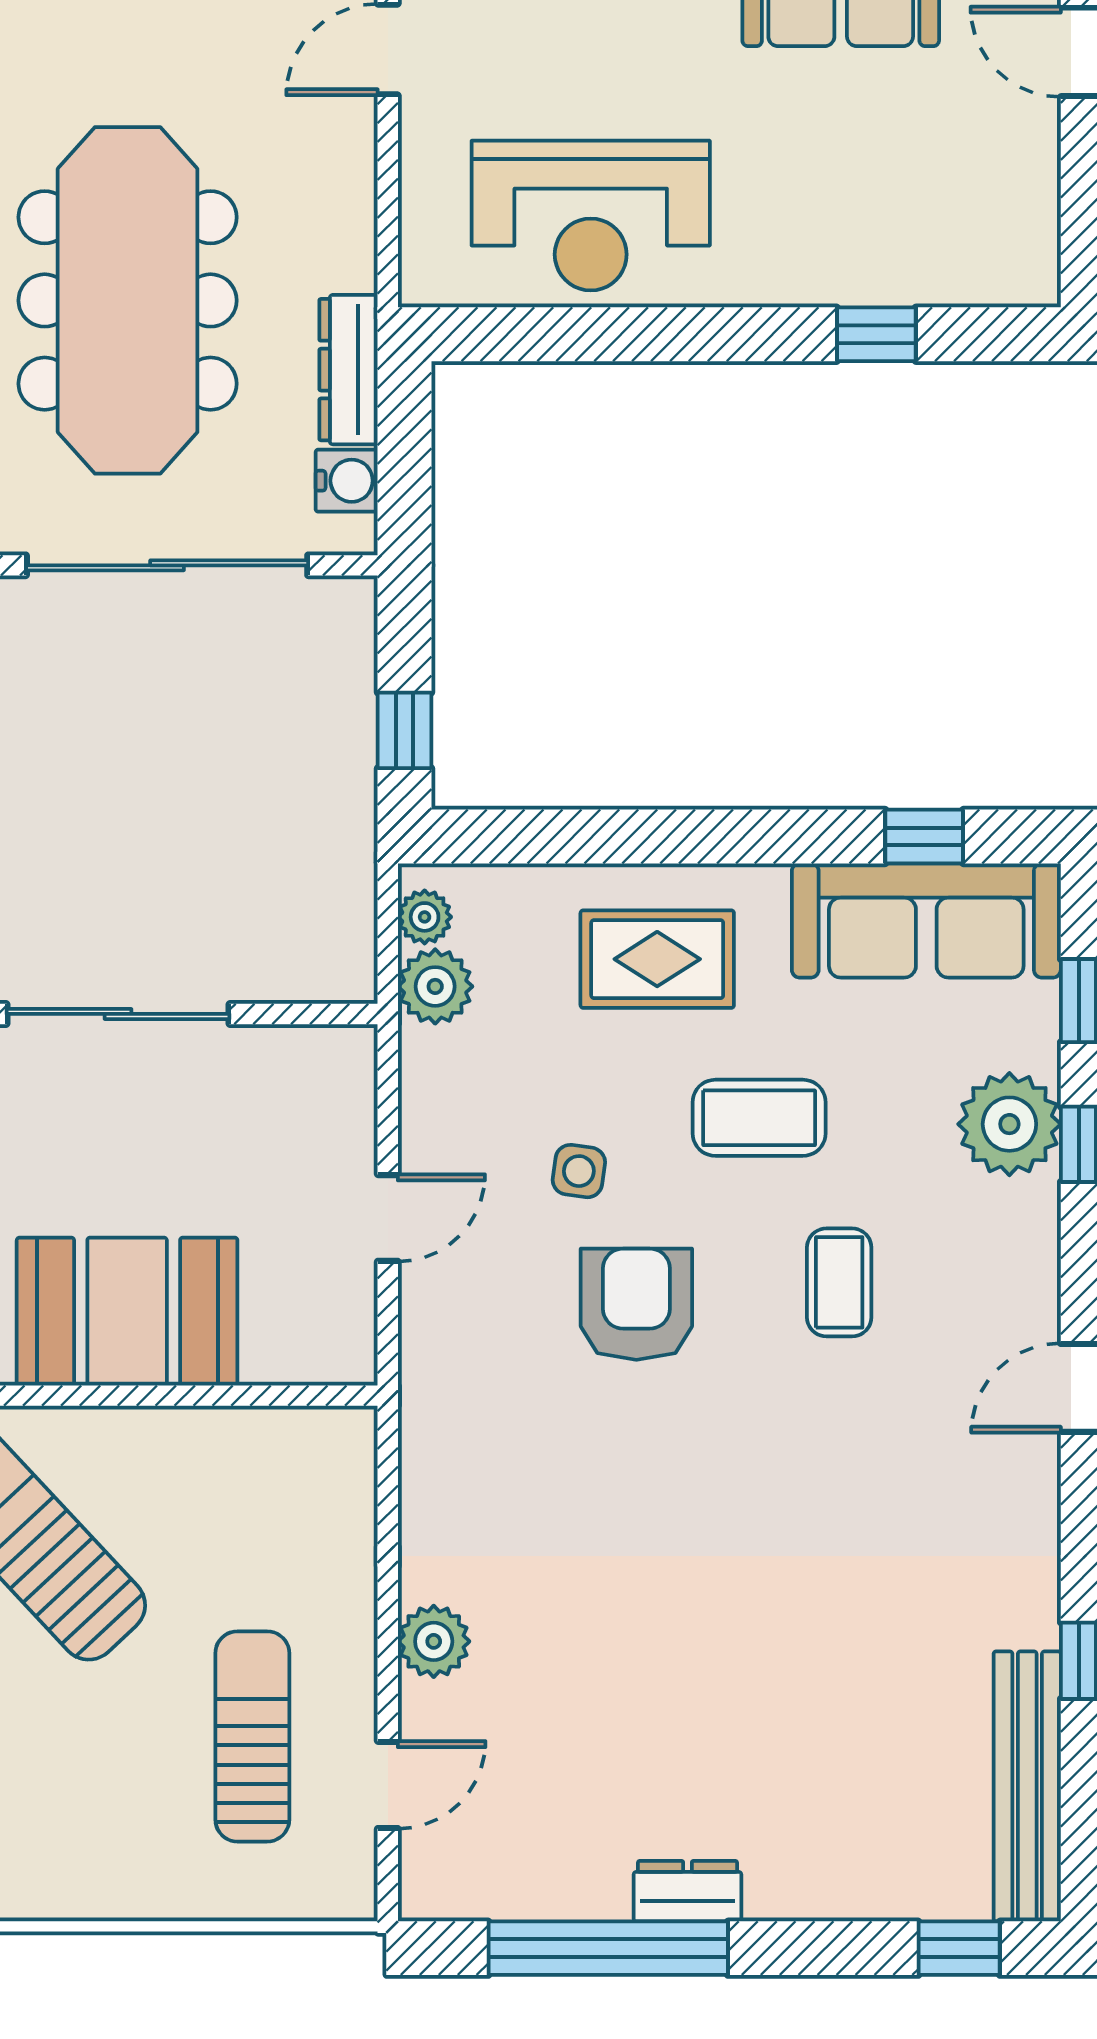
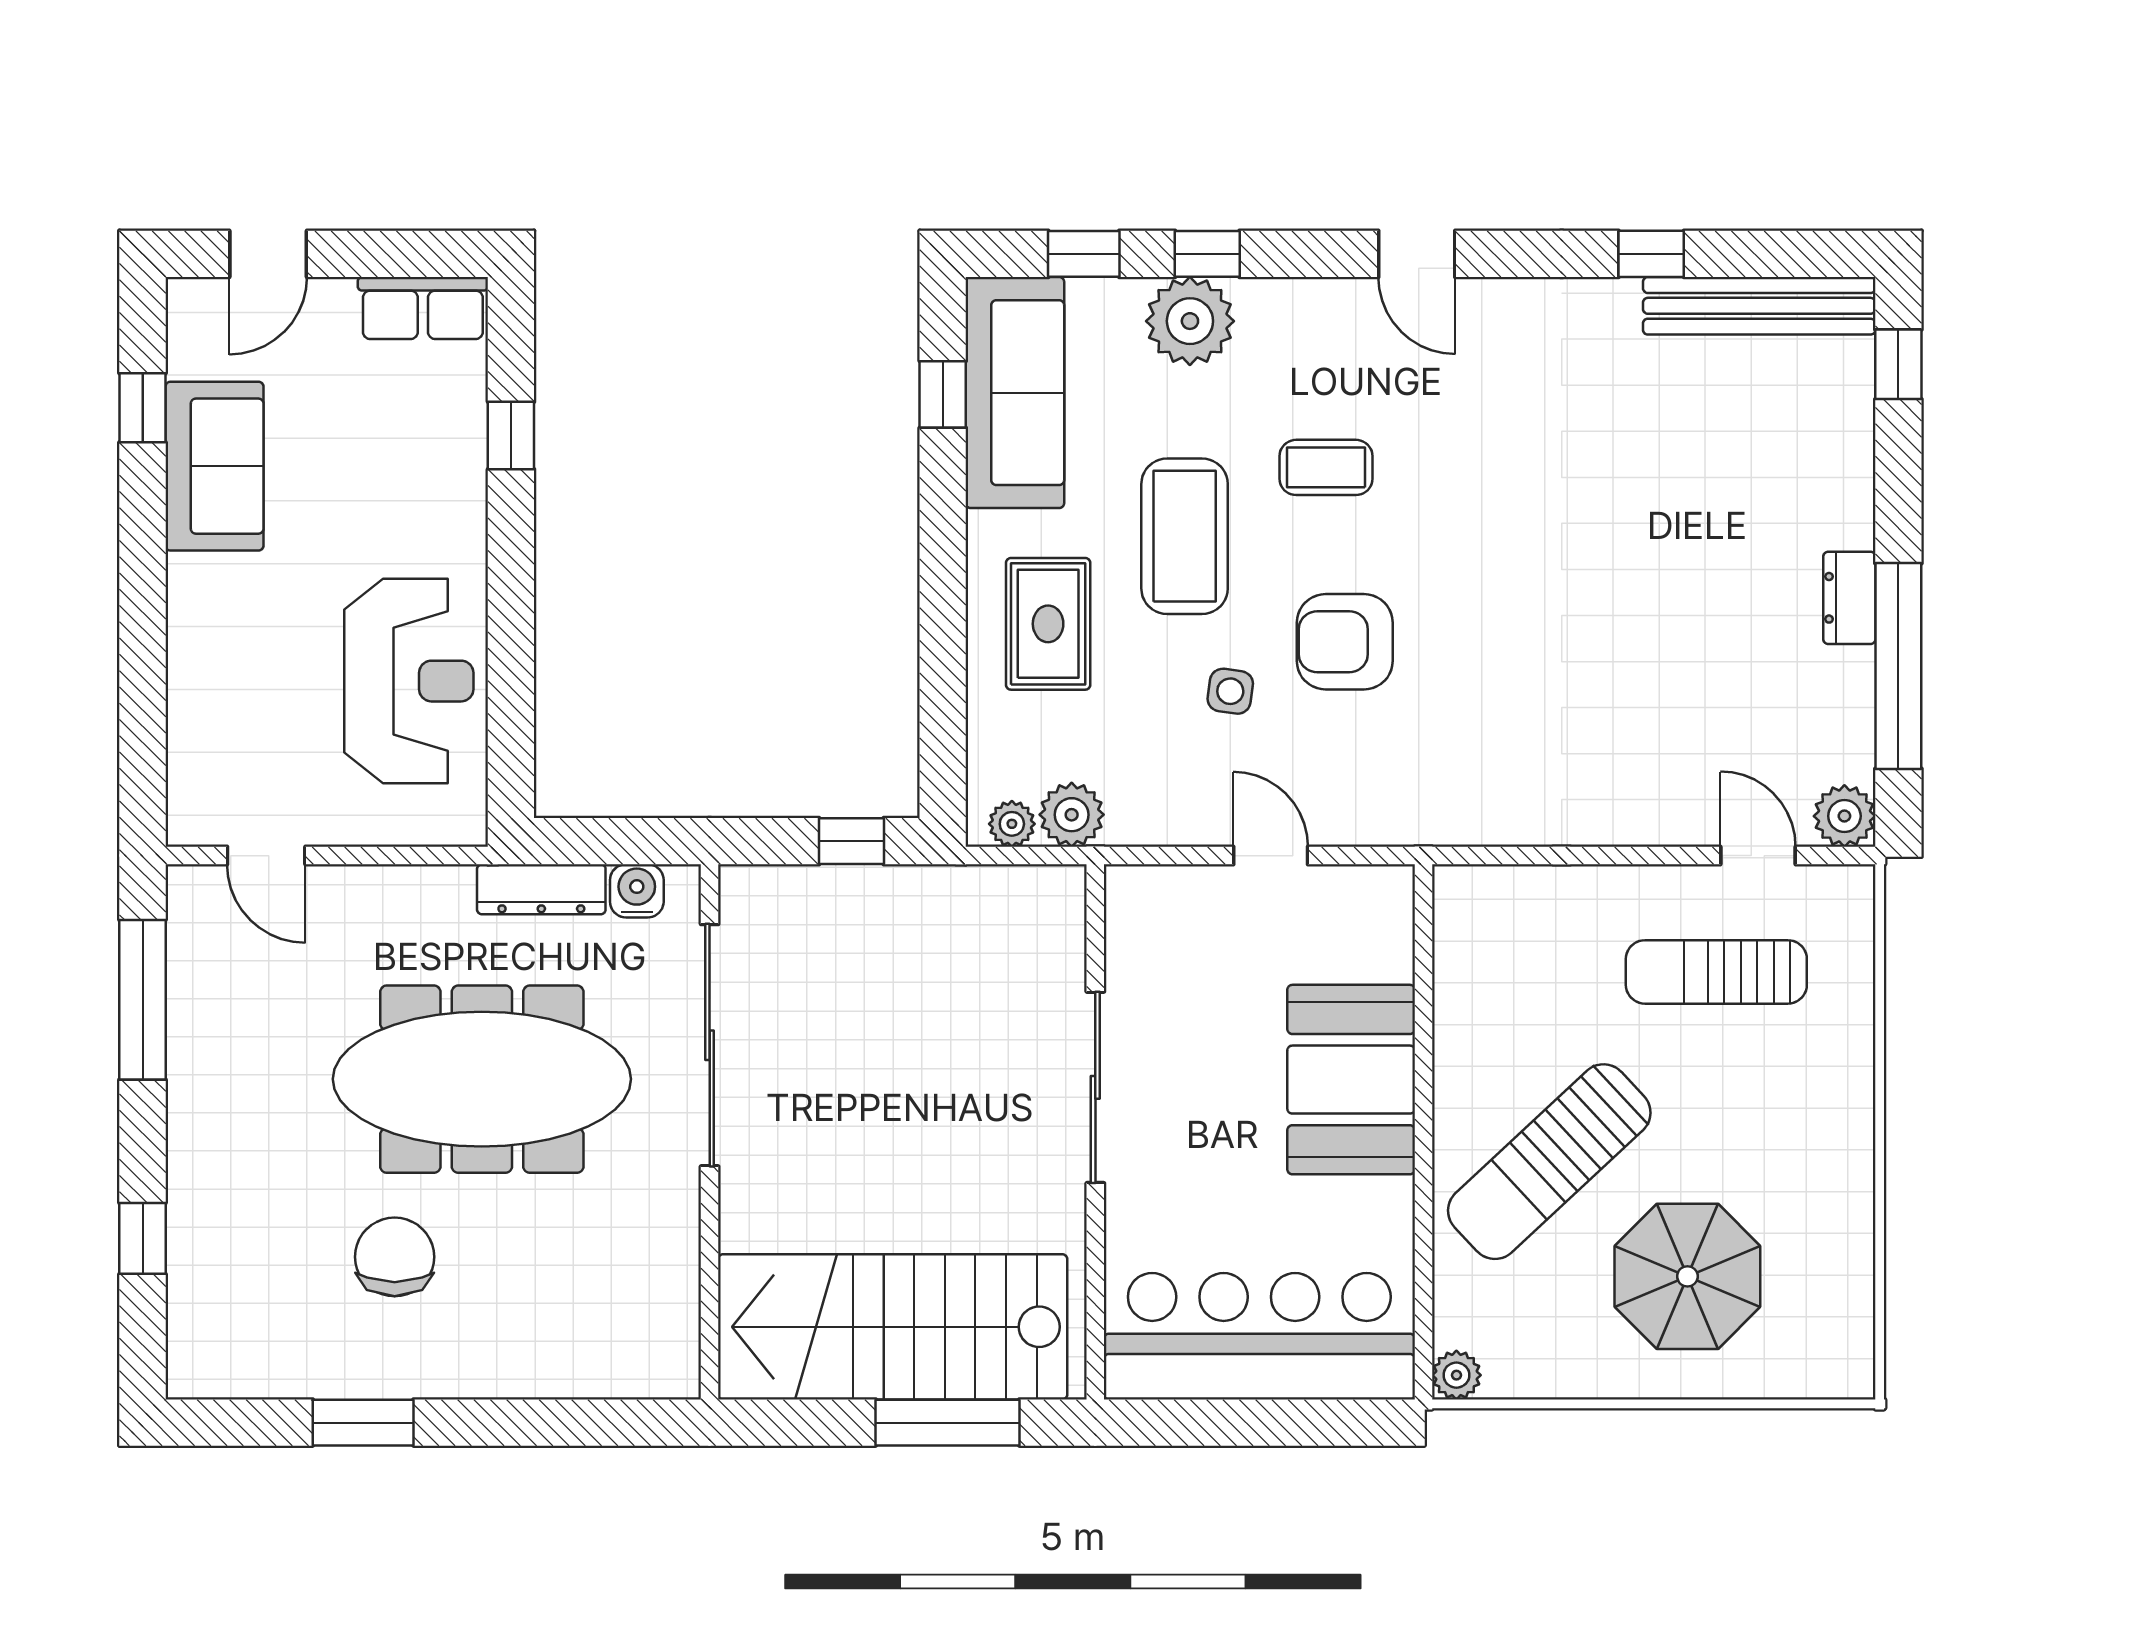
row of seats: (1025, 232) -> (423, 308), added
coffee table: (759, 1118) -> (1185, 536), width x1.36, depth x1.32
plant: (434, 1641) -> (1844, 816), moved

